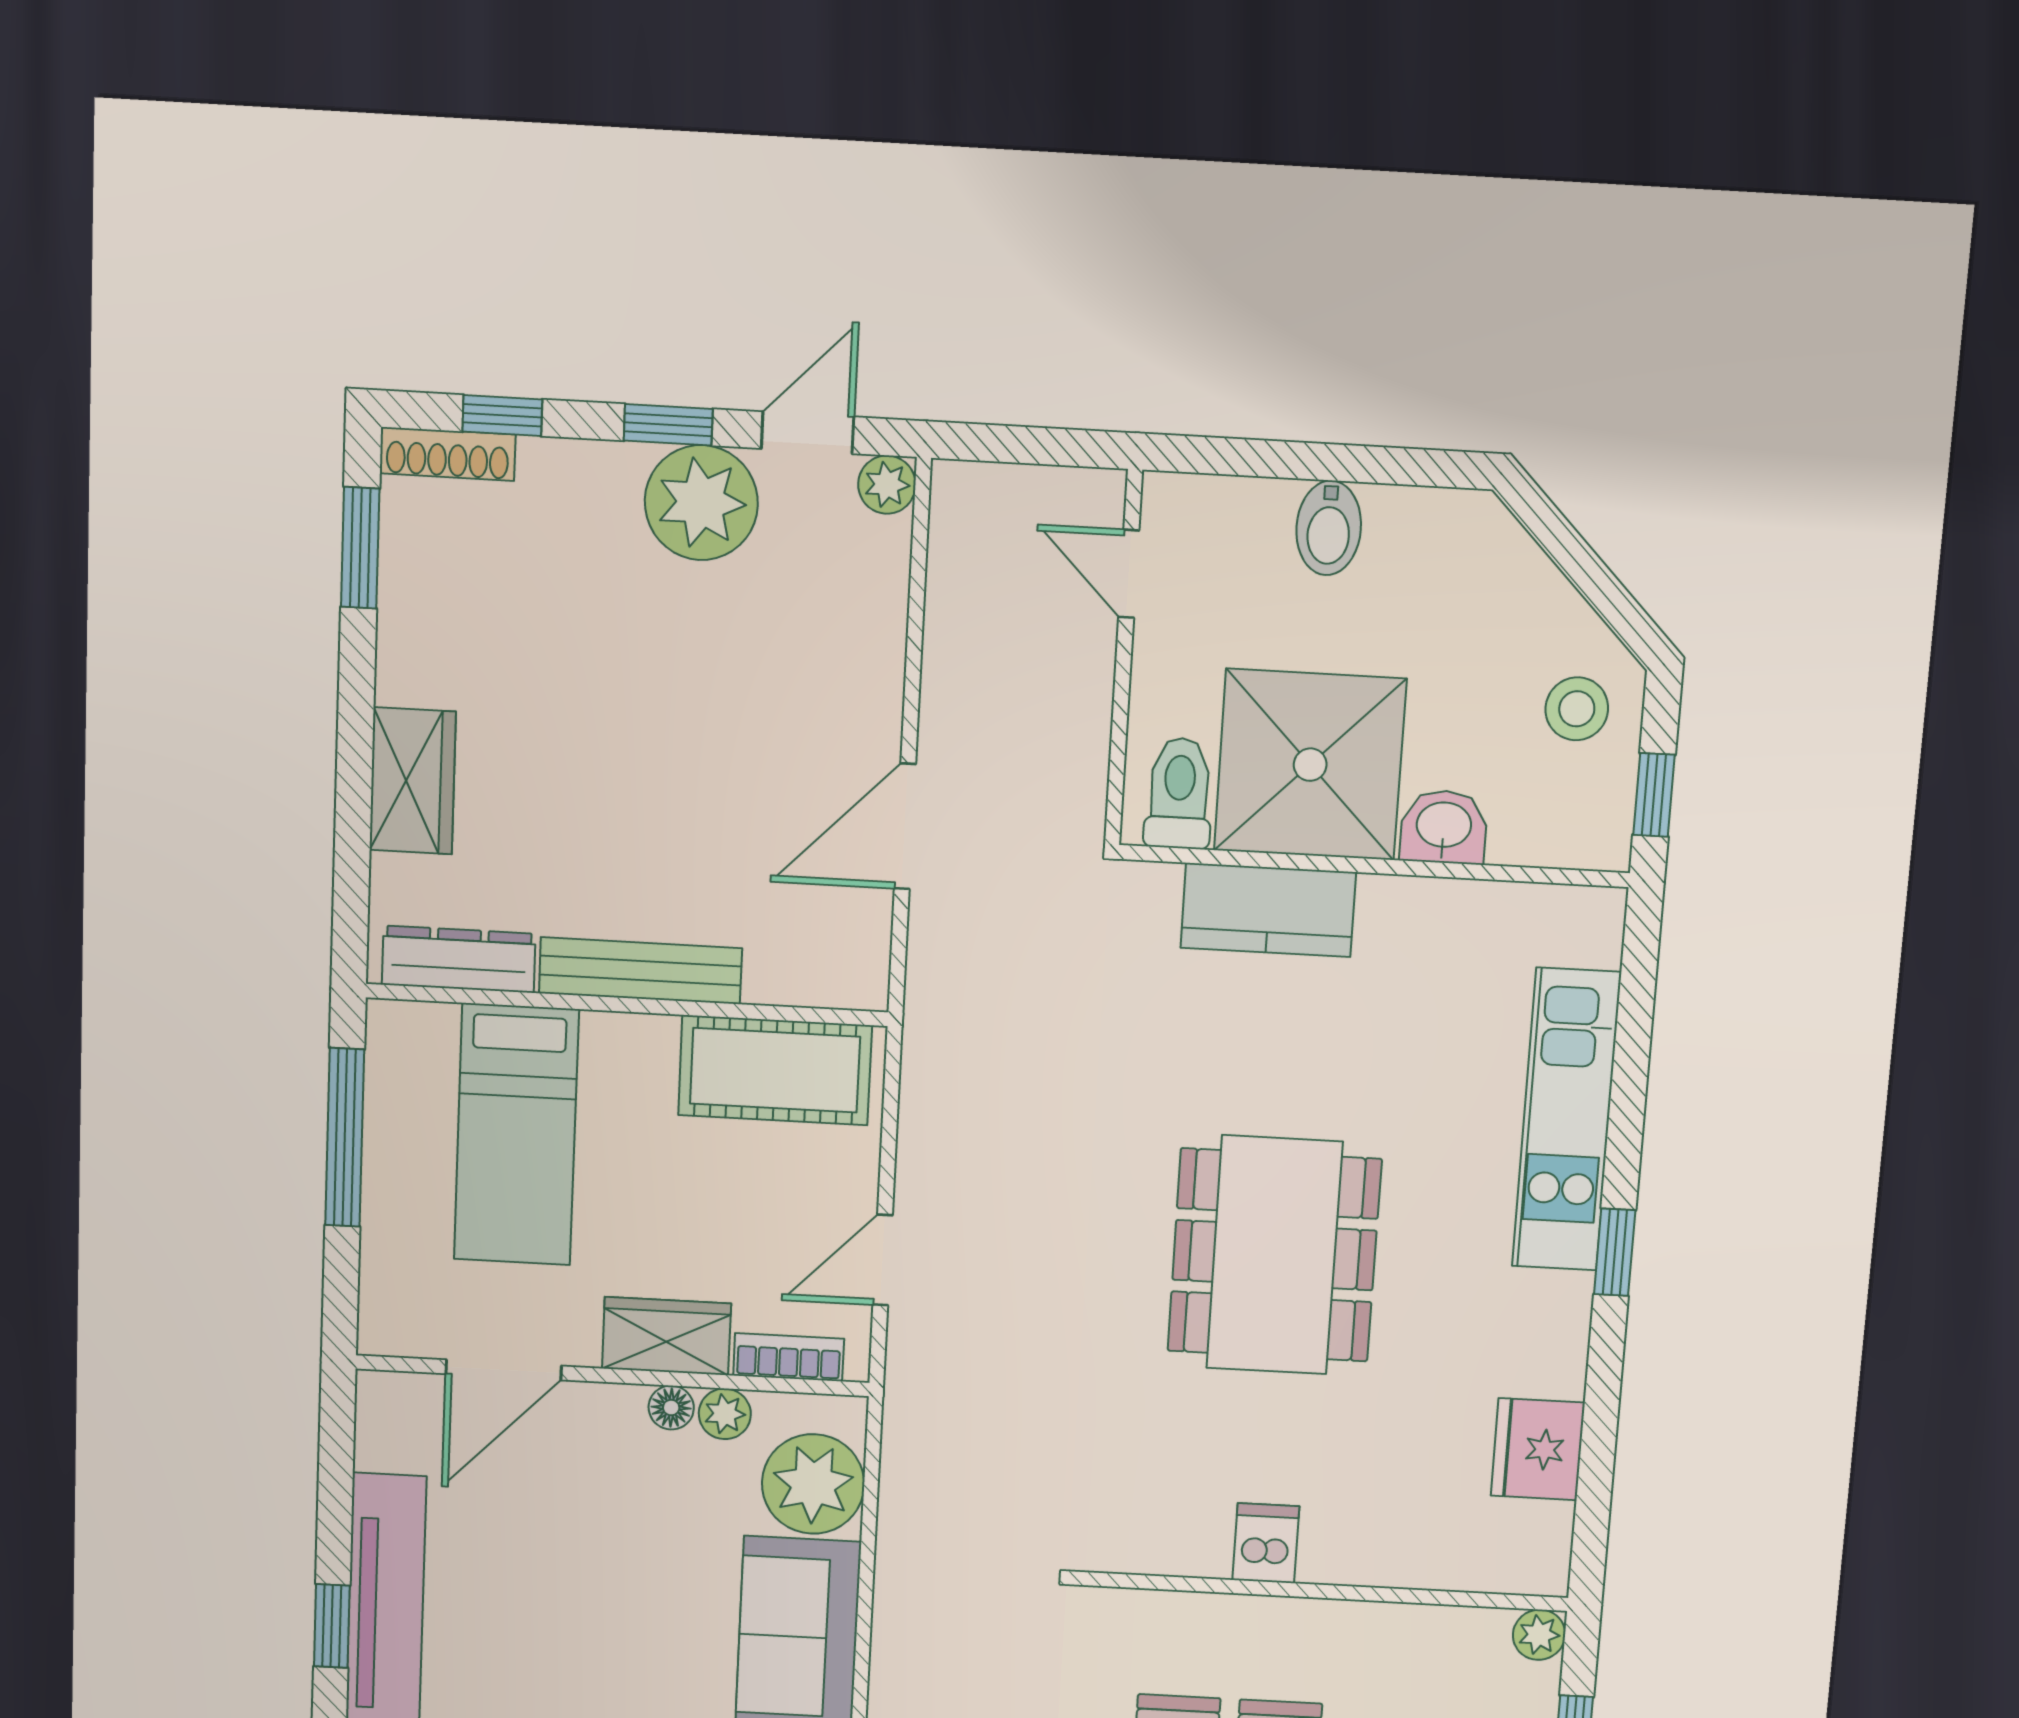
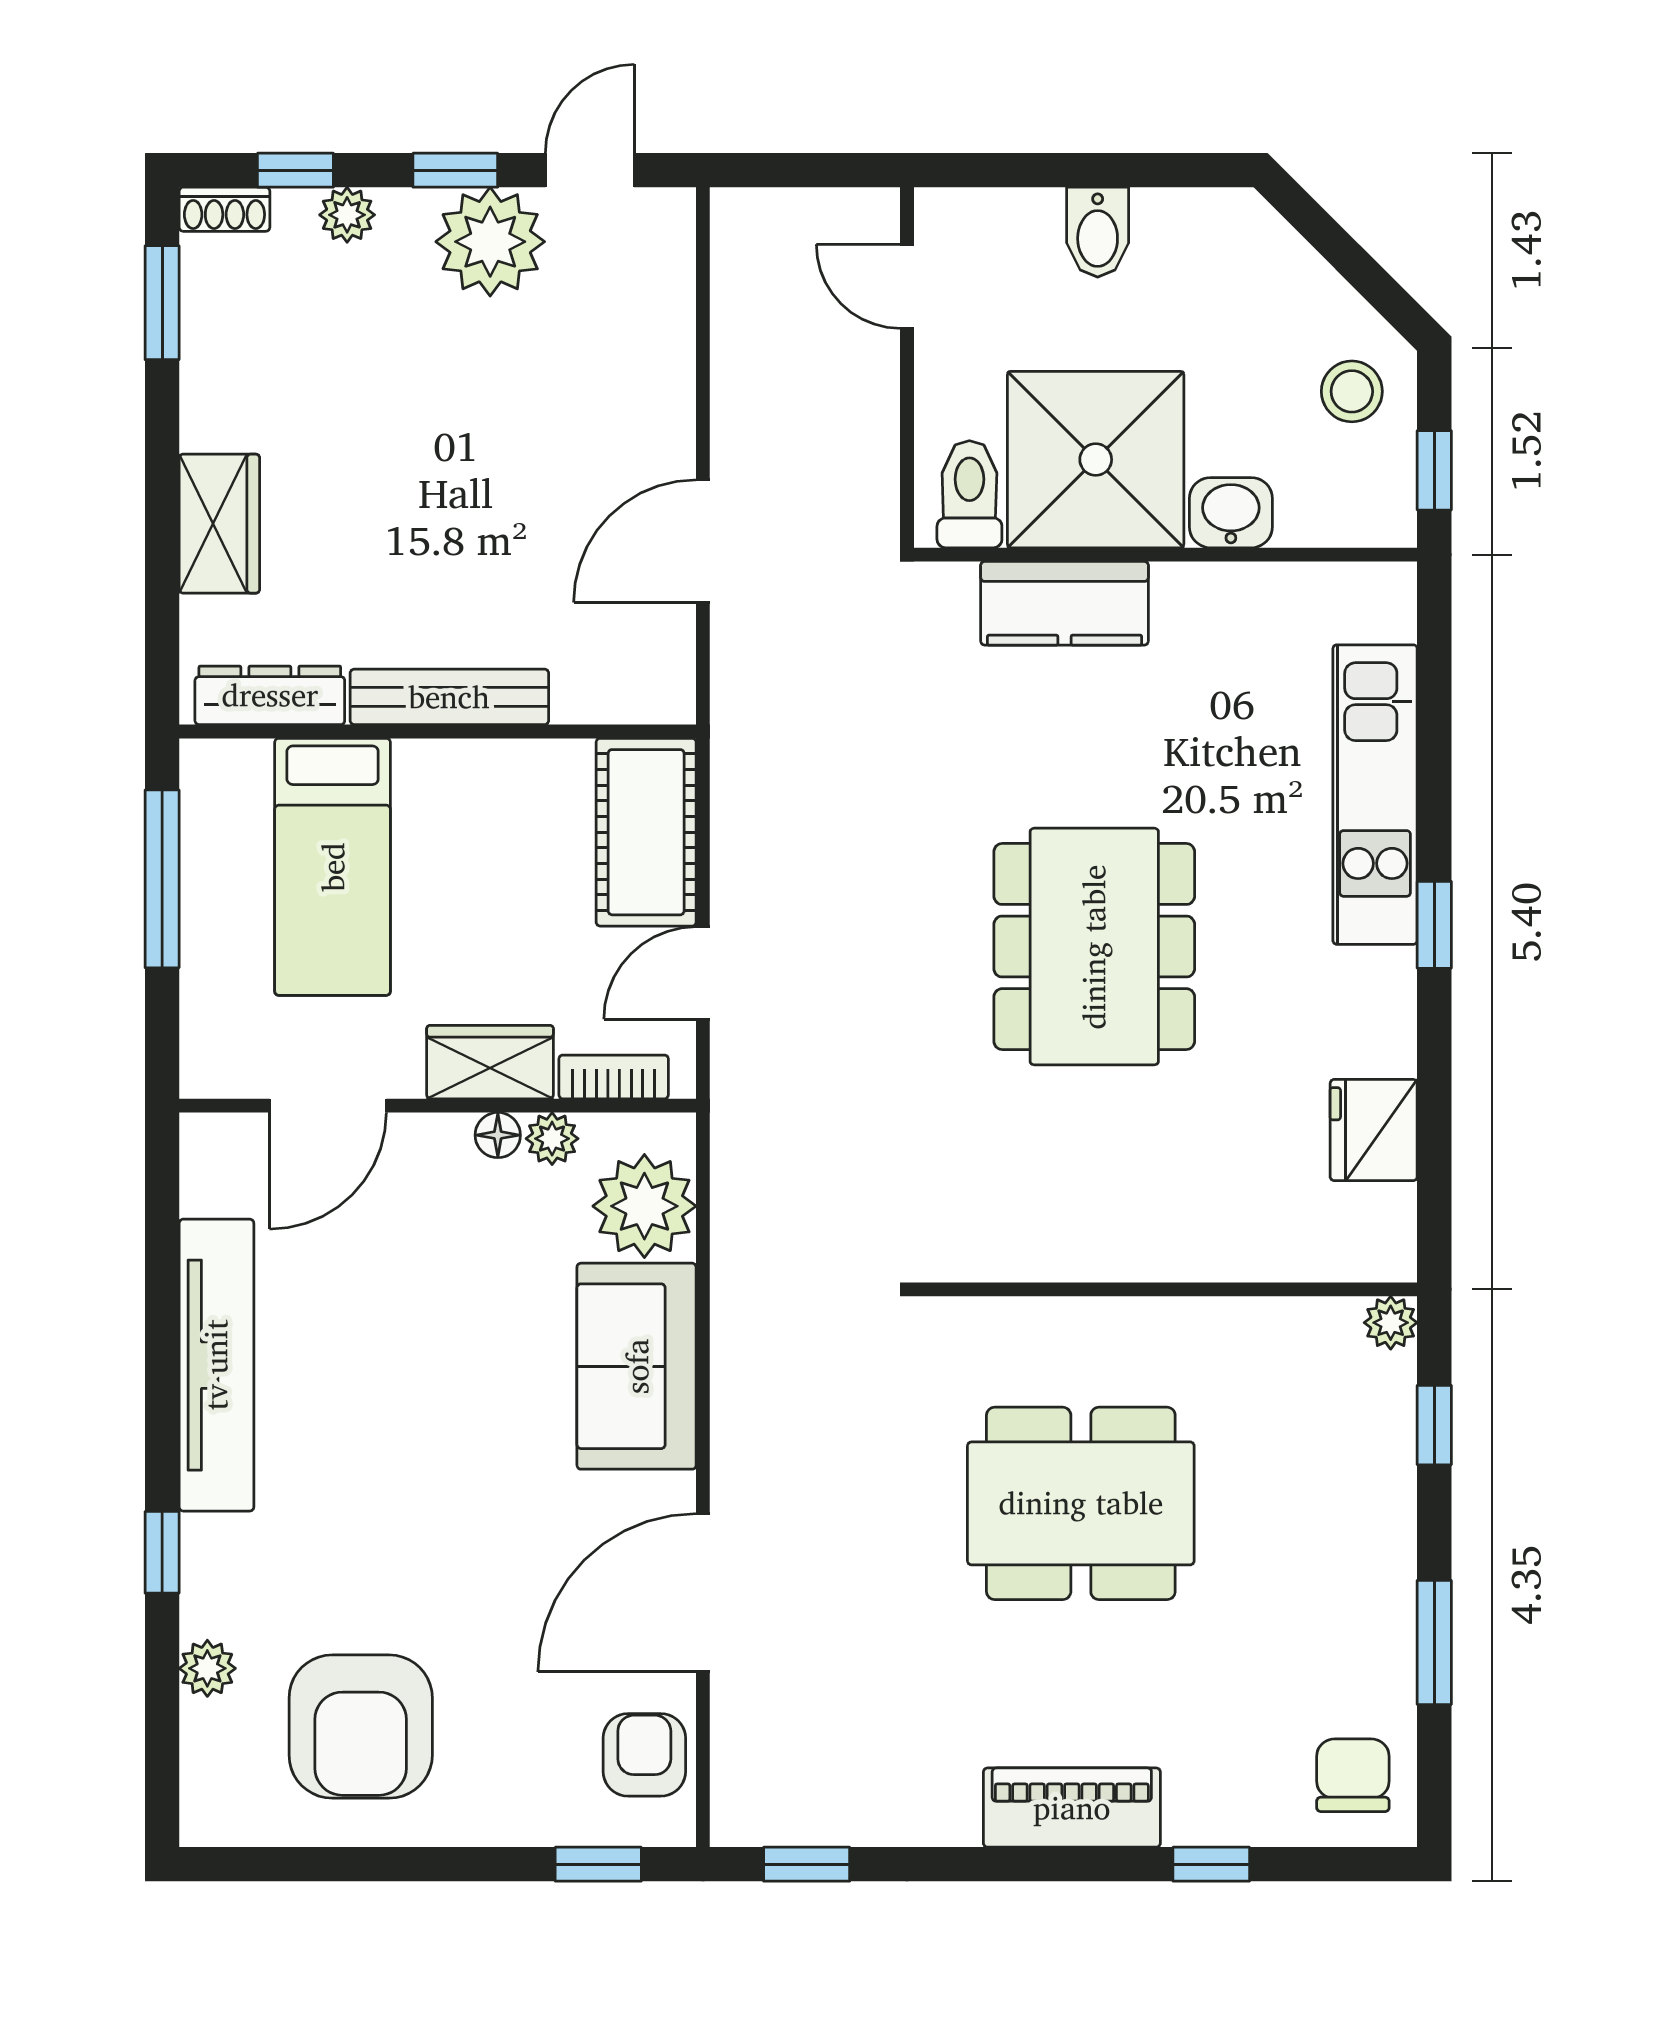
shoe rack: (448, 454) -> (224, 209), width x0.70
plant: (887, 485) -> (347, 215), moved
cot: (775, 1070) -> (646, 832), moved, turned 90
dishwasher: (1266, 1543) -> (1106, 1242), removed
window: (332, 1626) -> (162, 1381), removed

